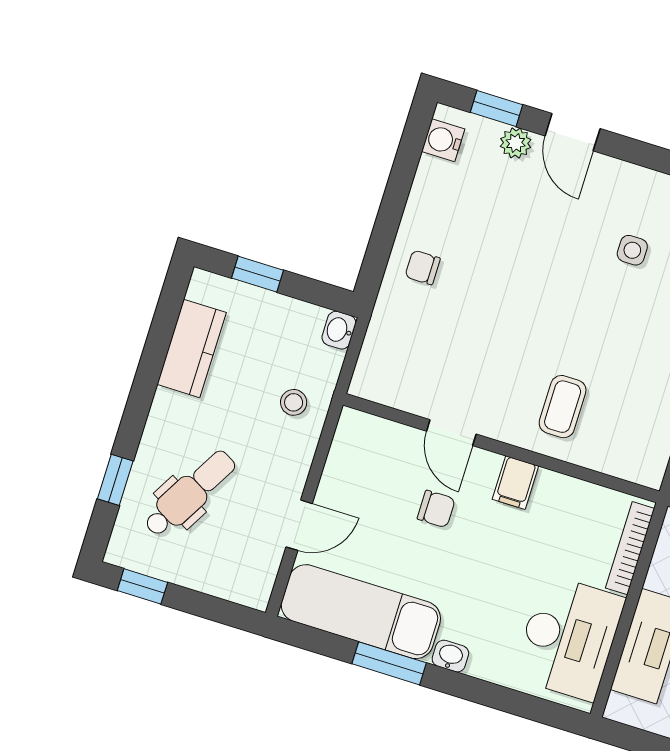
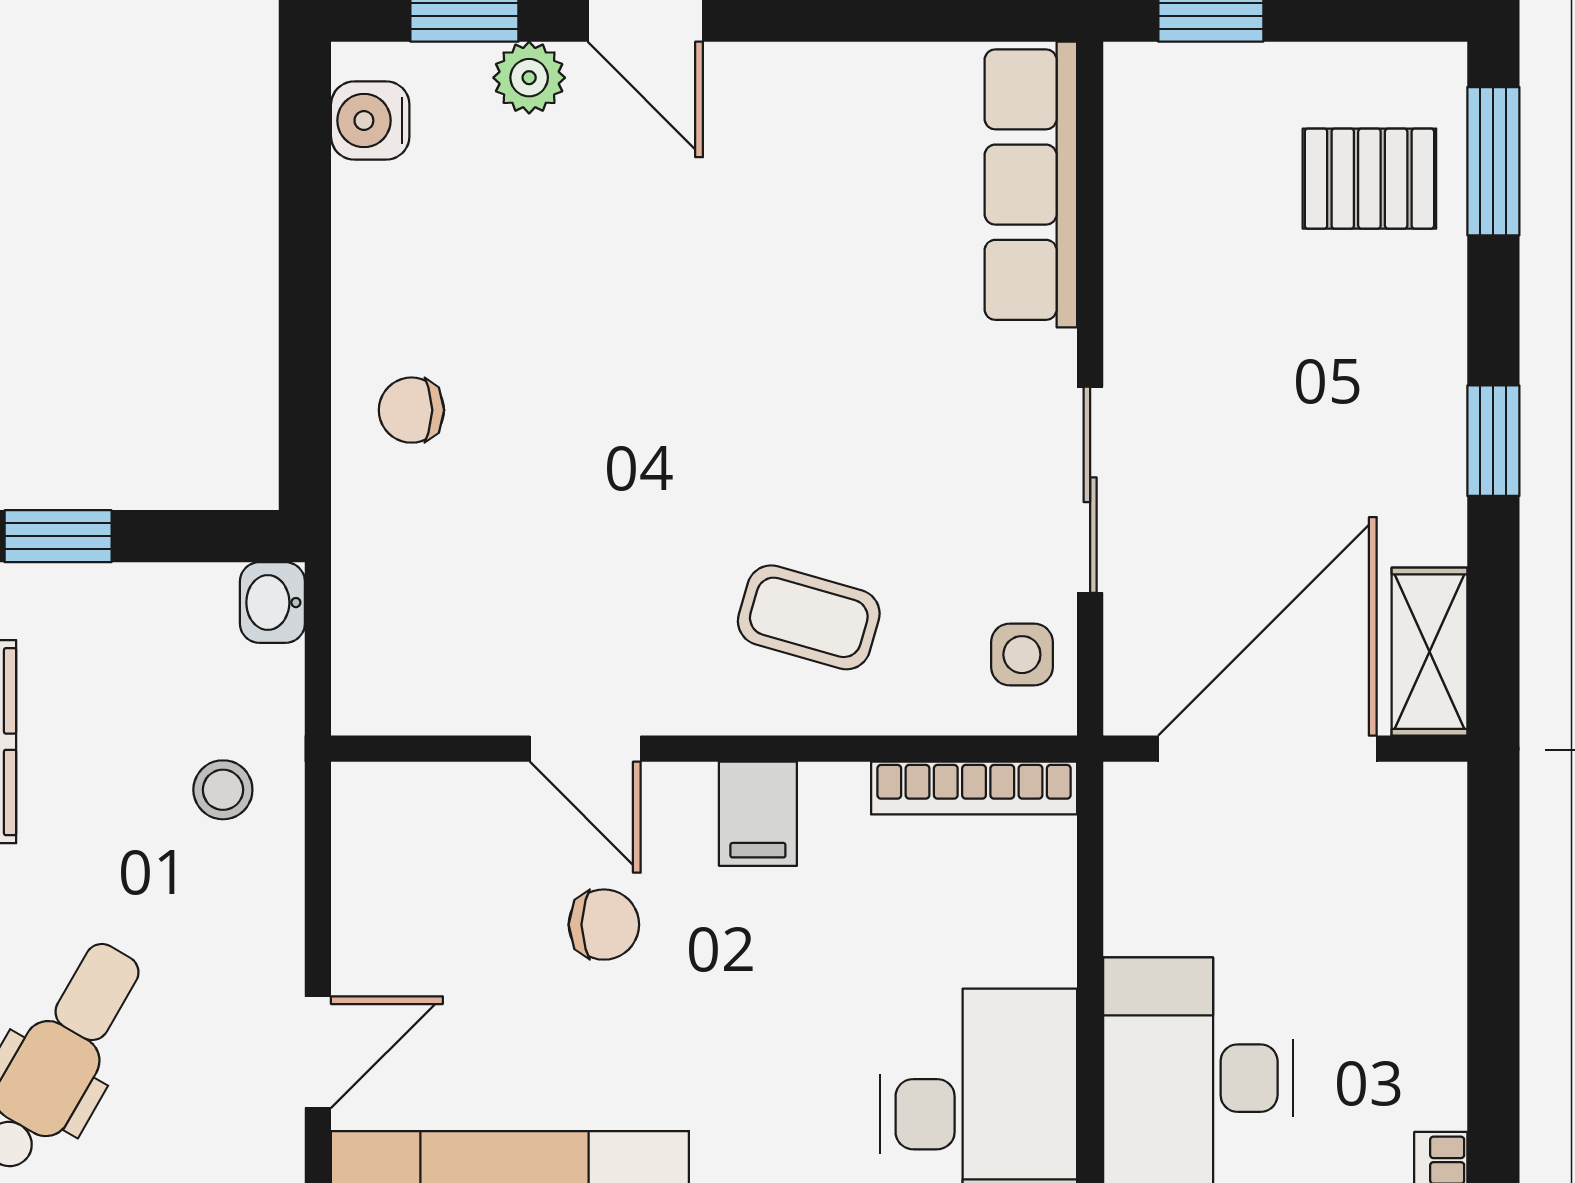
side table: (632, 250) -> (1022, 655), moved
coffee table: (563, 407) -> (809, 617), turned -74
bookcase: (630, 548) -> (974, 788), moved, turned -90

